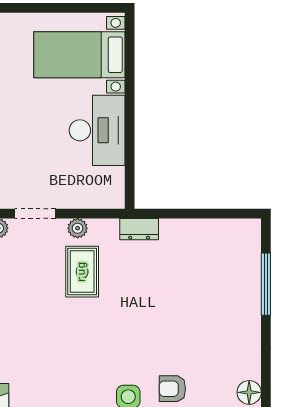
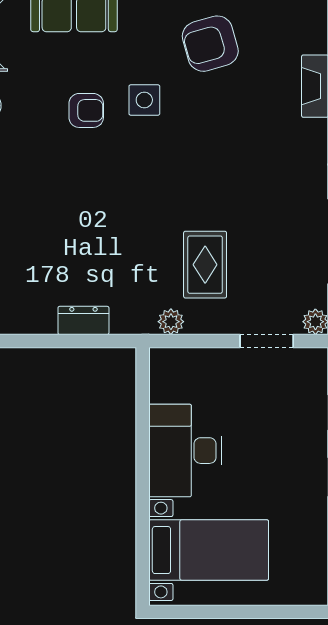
plant: (78, 228) -> (171, 322), moved
dresser: (139, 229) -> (83, 320), moved

